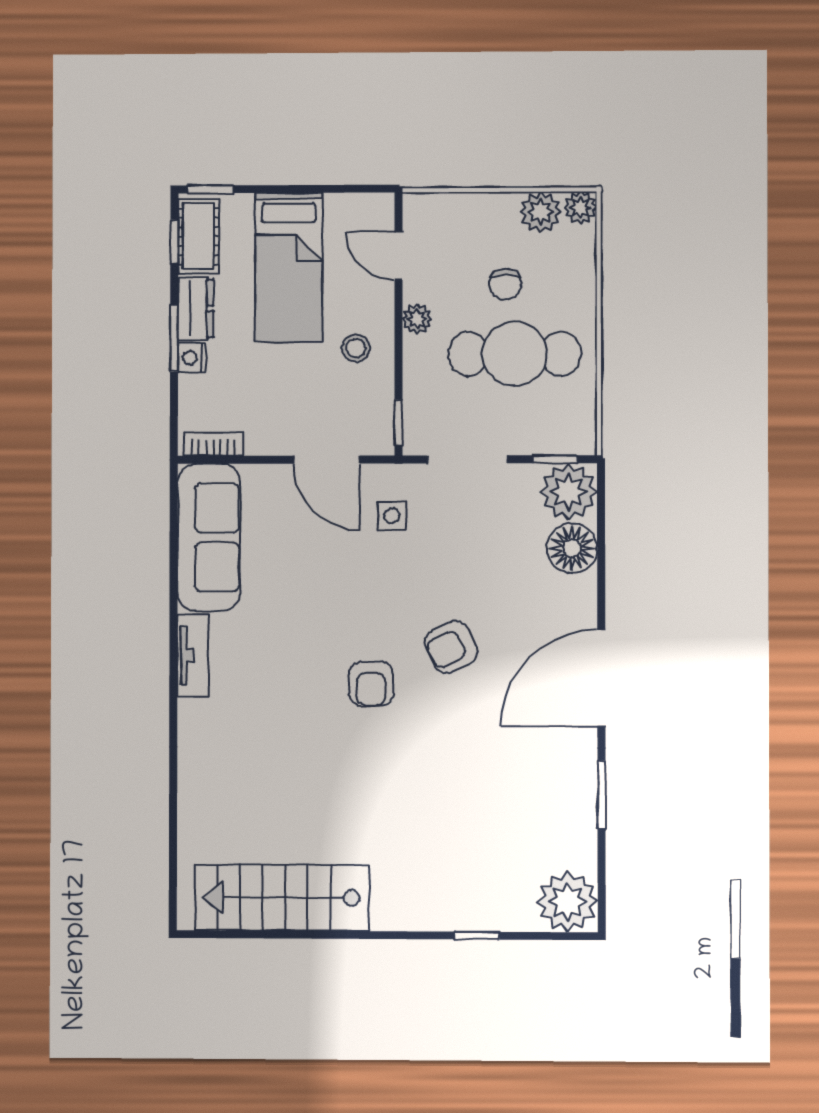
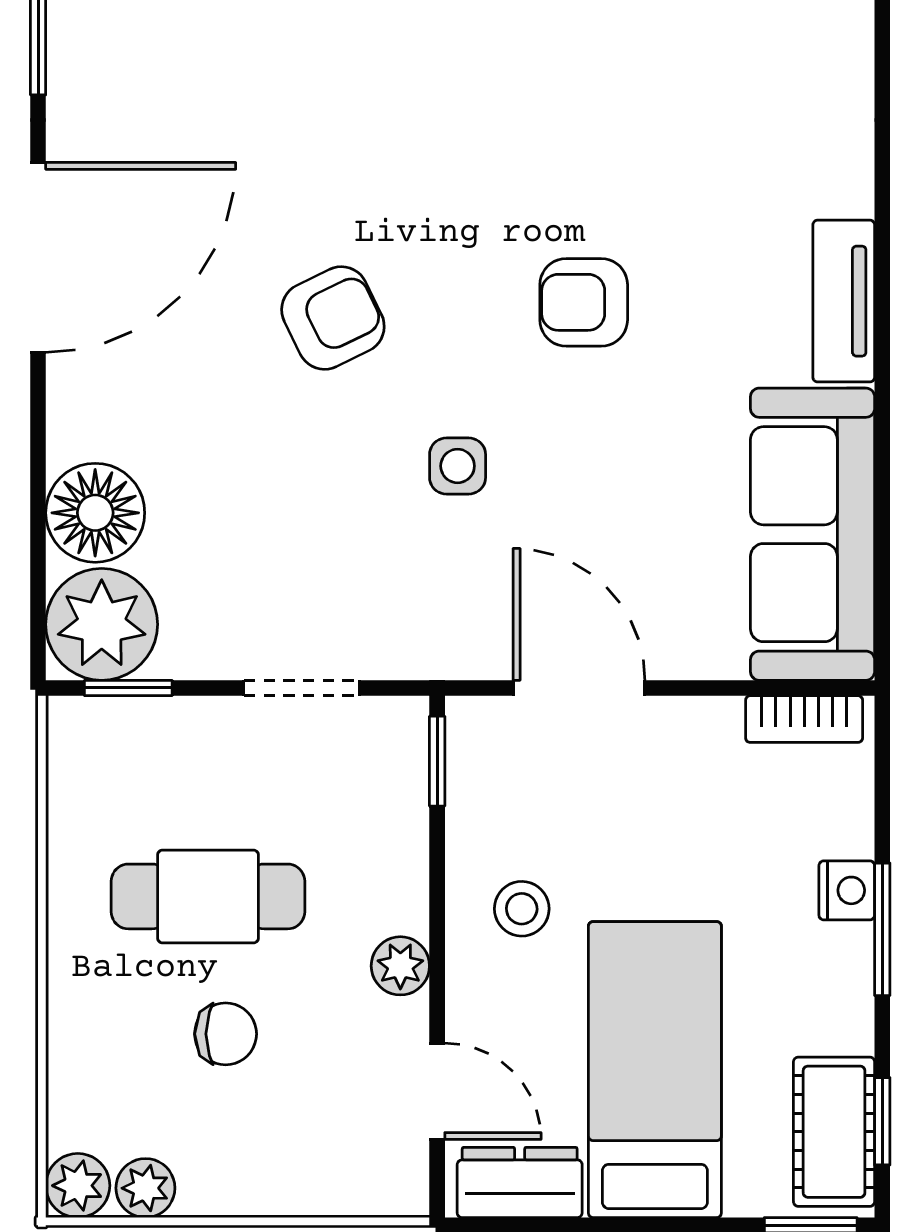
plant: (541, 212) -> (145, 1188), width x0.73, depth x0.73
chair: (506, 284) -> (226, 1034), turned 90
dresser: (196, 308) -> (520, 1182), moved, turned 90
cafe table: (515, 354) -> (208, 896), width x0.73, depth x0.74
doorway: (467, 459) -> (302, 688), width x0.73
side table: (392, 516) -> (458, 466), moved
armchair: (371, 684) -> (584, 302), moved, turned -90

